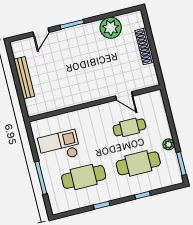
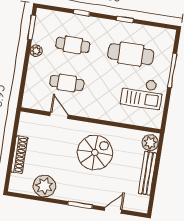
spiral stairs: (79, 76) -> (95, 153), added
plant: (33, 106) -> (150, 143), added
cafe table: (138, 163) -> (73, 45), width x0.73, depth x0.74

